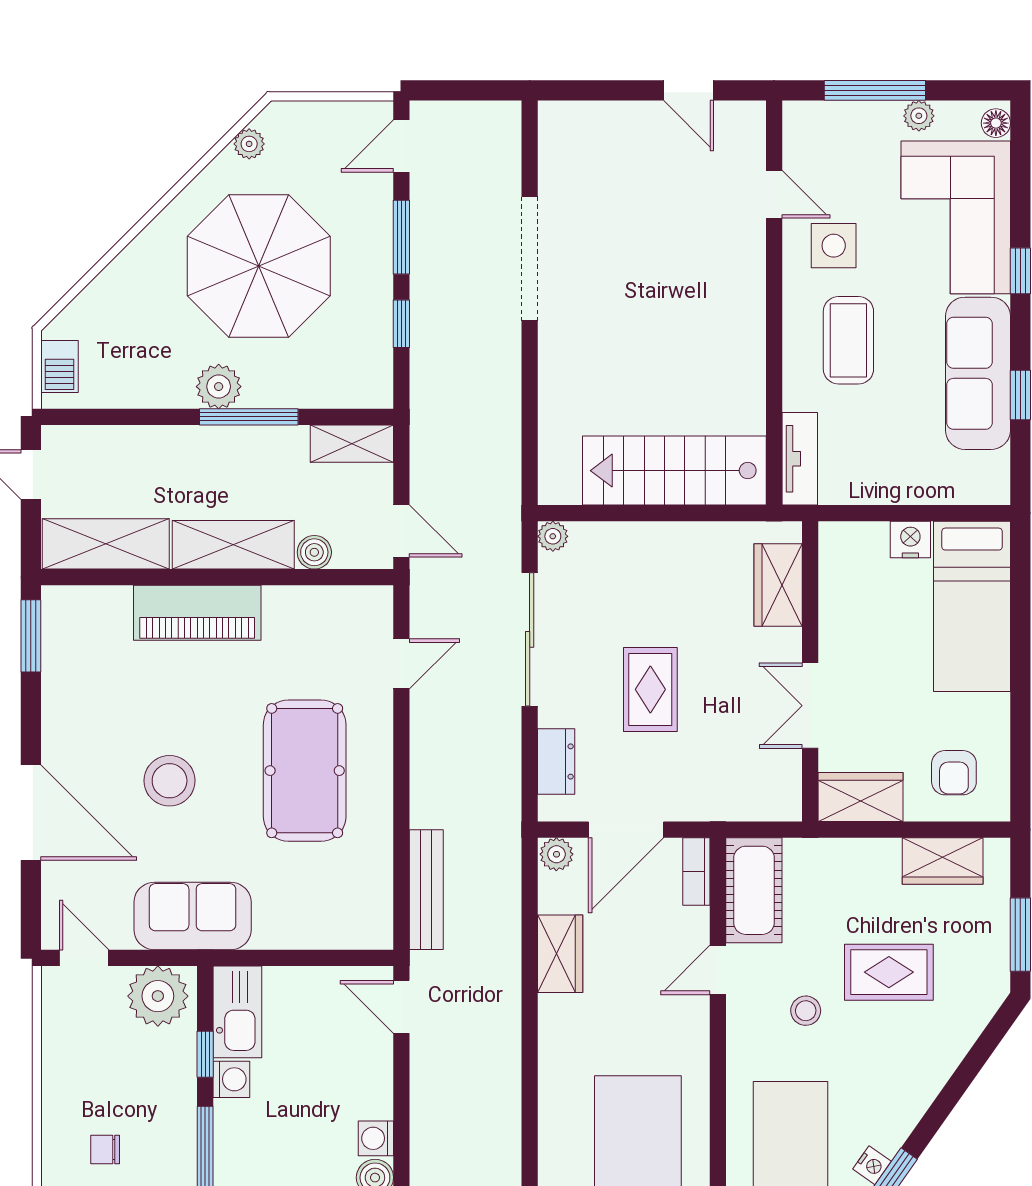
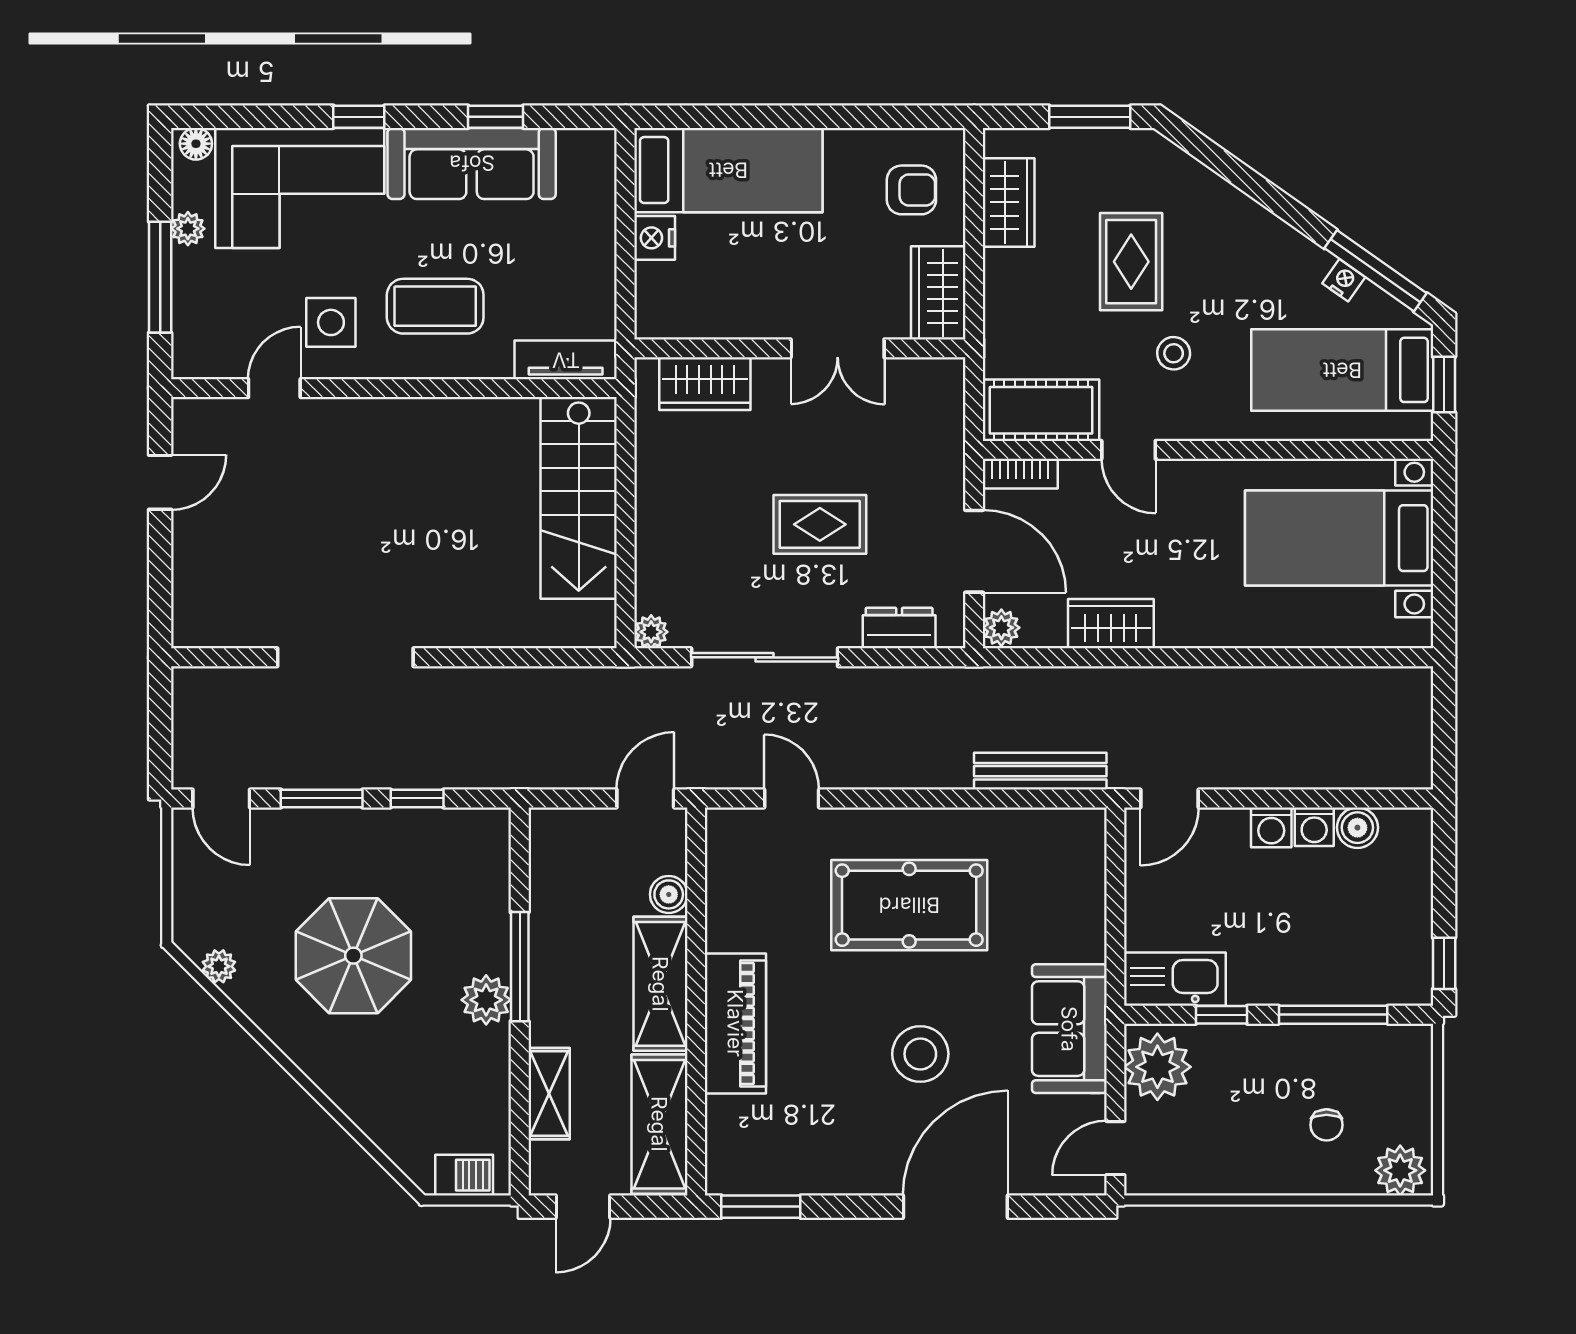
parasol: (259, 266) -> (353, 956), width x0.73, depth x0.73
shelving: (352, 444) -> (549, 1094), moved
washing machine: (231, 1079) -> (1271, 827), moved, turned 180

